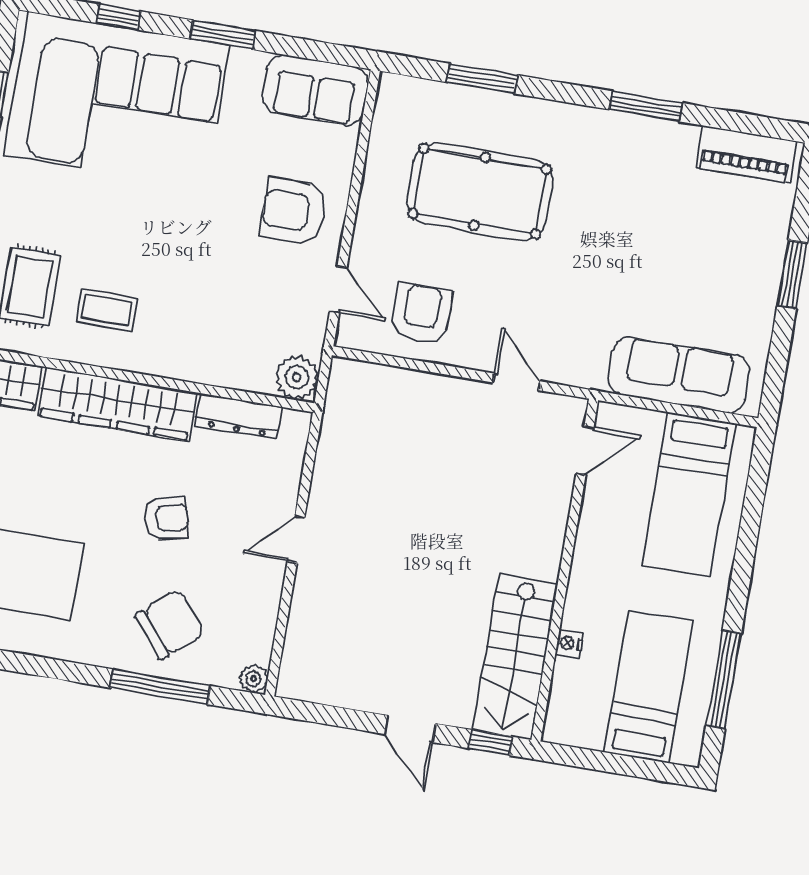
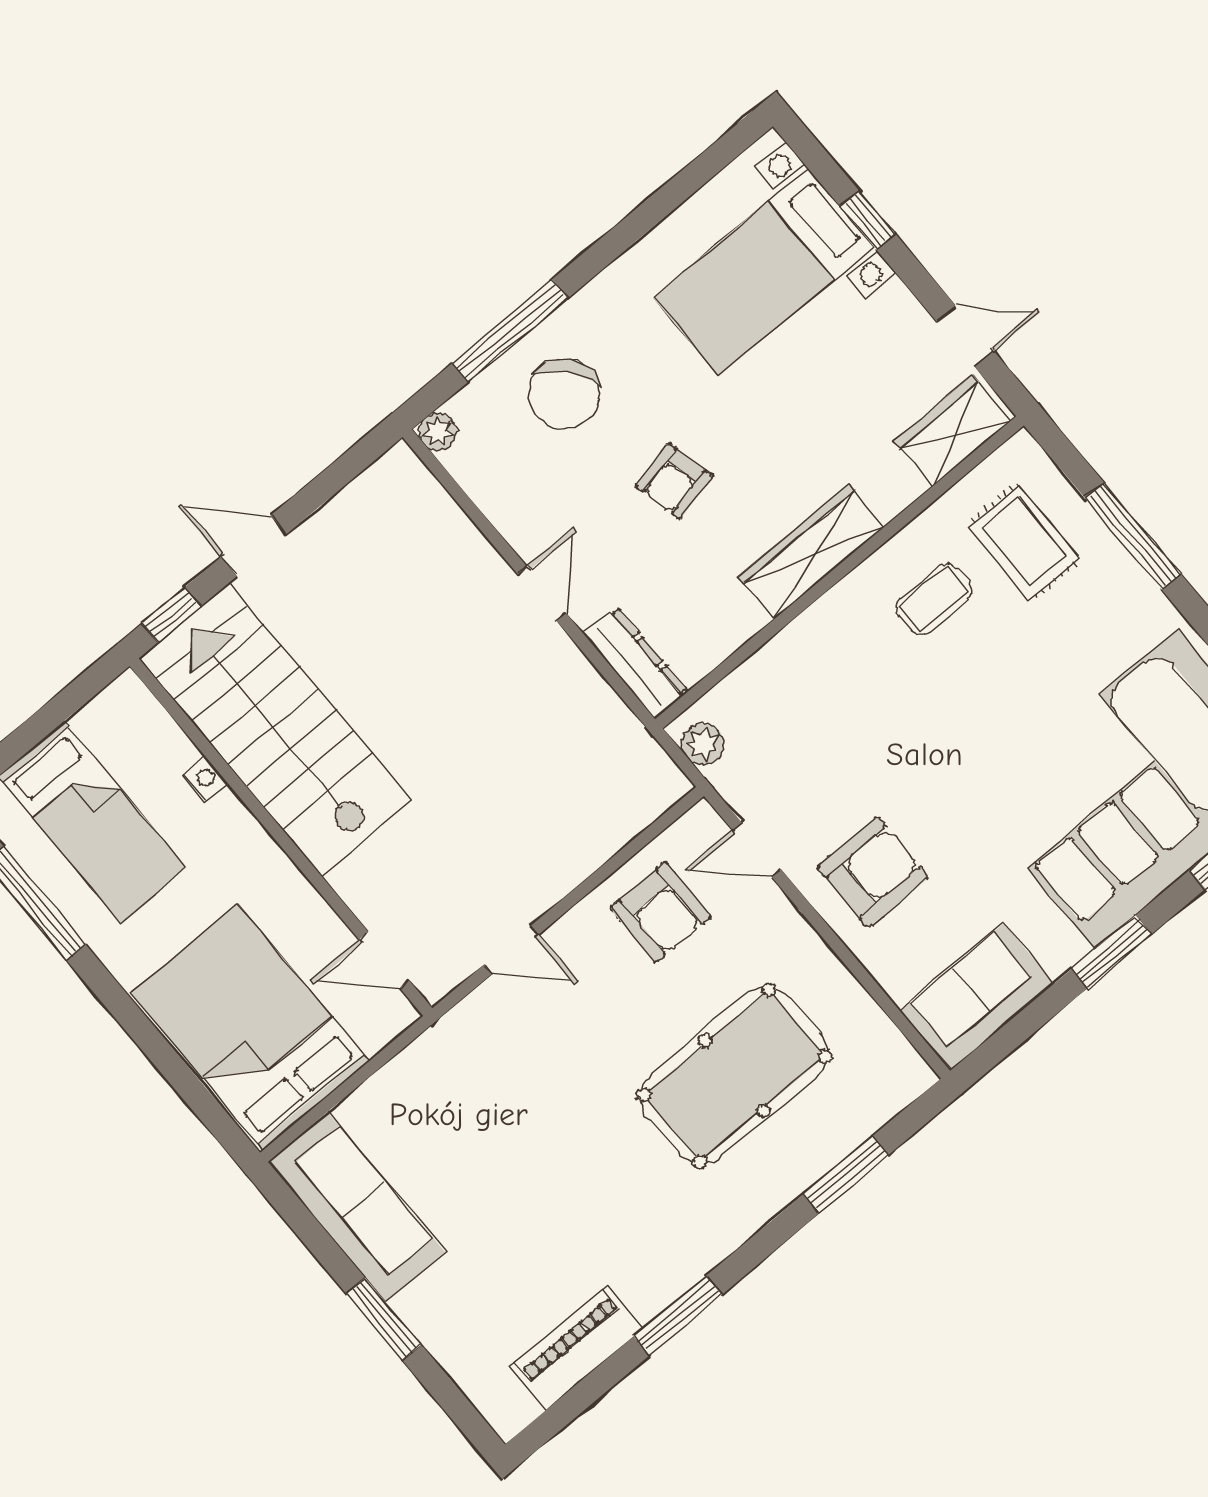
piano: (746, 154) -> (577, 1347), moved
sofa: (679, 375) -> (356, 1207), moved, turned -90
plant: (297, 377) -> (703, 744), width x0.73, depth x0.73
wardrobe: (117, 404) -> (812, 552), width x0.71, depth x0.85
dresser: (239, 416) -> (636, 663), moved, turned 90
door: (585, 450) -> (384, 960), hinge flipped
bed: (689, 495) -> (250, 1027), width x1.50
stairs: (515, 657) -> (276, 729), width x1.36, depth x1.51

